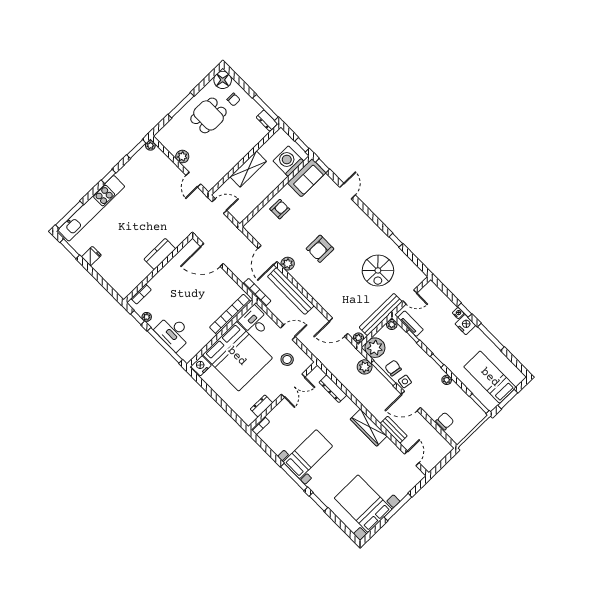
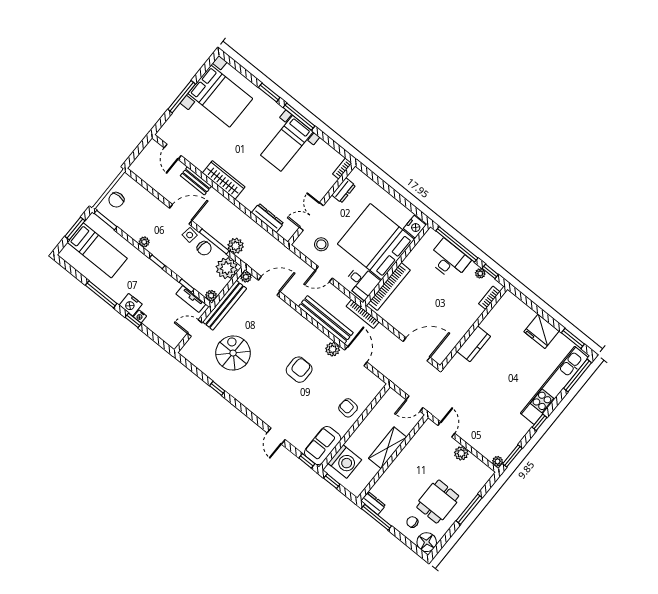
armchair: (280, 209) -> (348, 408), turned 95
fridge: (91, 256) -> (542, 331), width x1.88, depth x1.34
chair: (445, 421) -> (116, 200), moved

